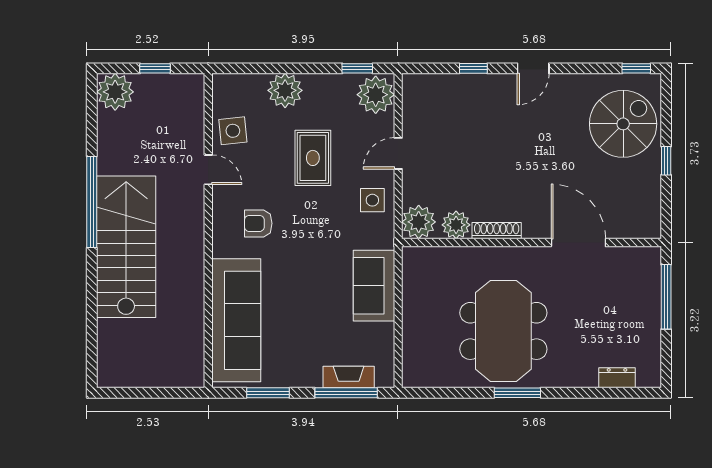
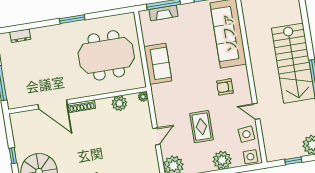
side table: (372, 200) -> (250, 157), moved
plant: (419, 222) -> (143, 97), width x0.53, depth x0.53
armchair: (258, 223) -> (225, 87), turned 180
shoe rack: (497, 231) -> (82, 106), moved
meeting table: (503, 331) -> (106, 55), moved, turned 90

